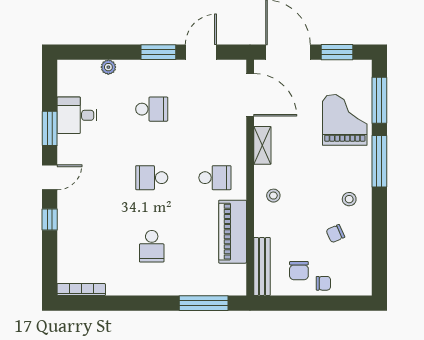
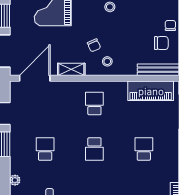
piano: (233, 232) -> (151, 91), moved
chair: (335, 234) -> (94, 45), moved
school desk: (152, 246) -> (144, 149), turned -90

